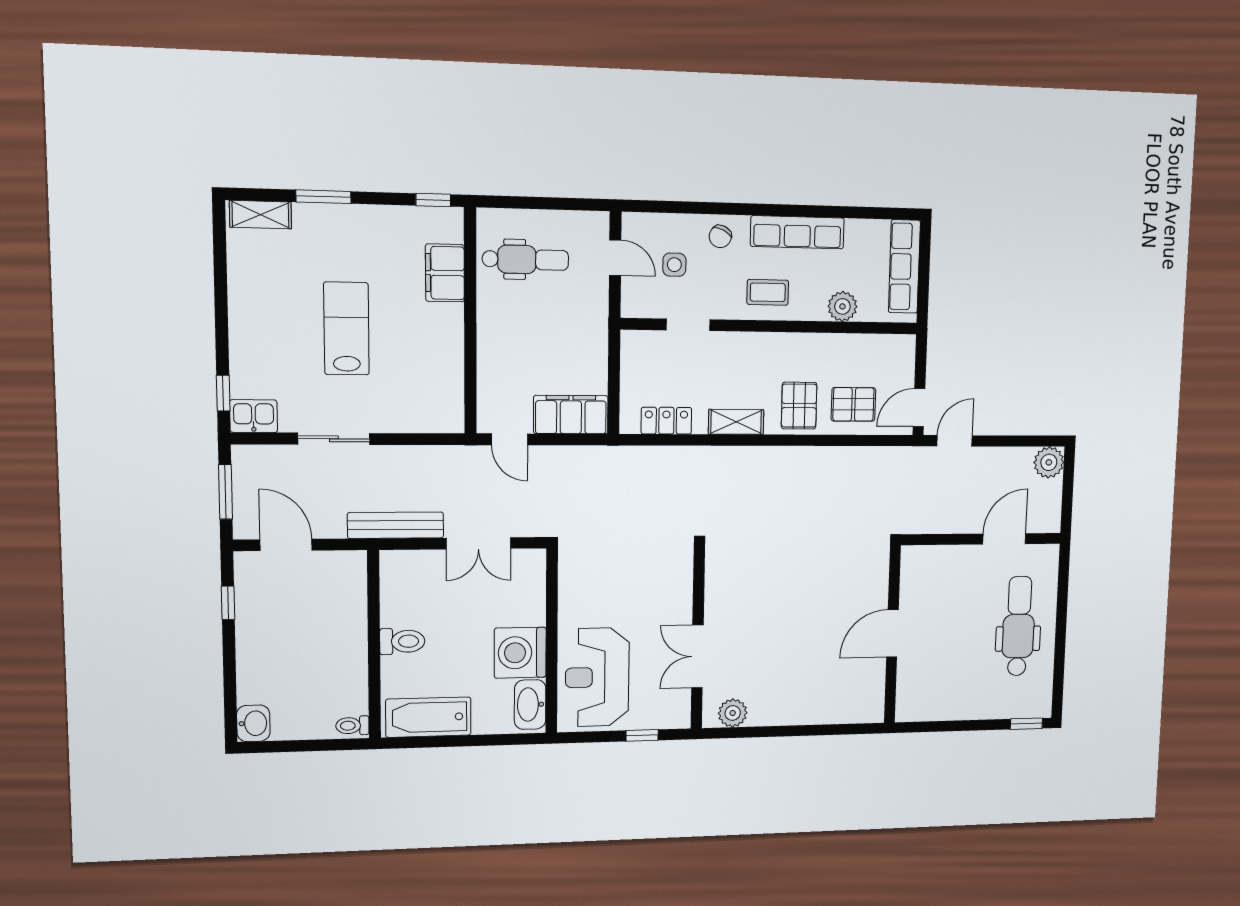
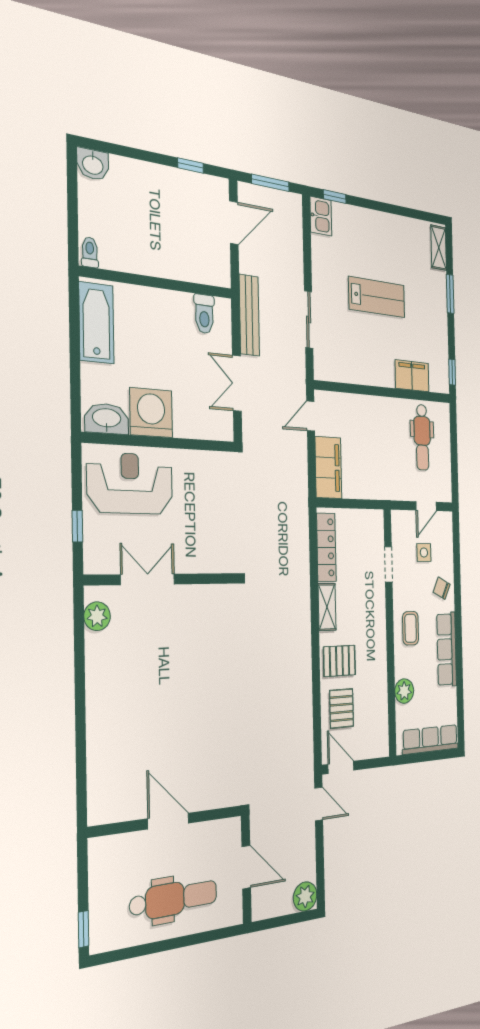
locker: (666, 421) -> (326, 547), width x1.53
sliding door: (334, 439) -> (309, 320), moved
door: (892, 633) -> (168, 821), moved
wall: (892, 635) -> (167, 821), moved
toilet: (402, 641) -> (204, 314), moved

